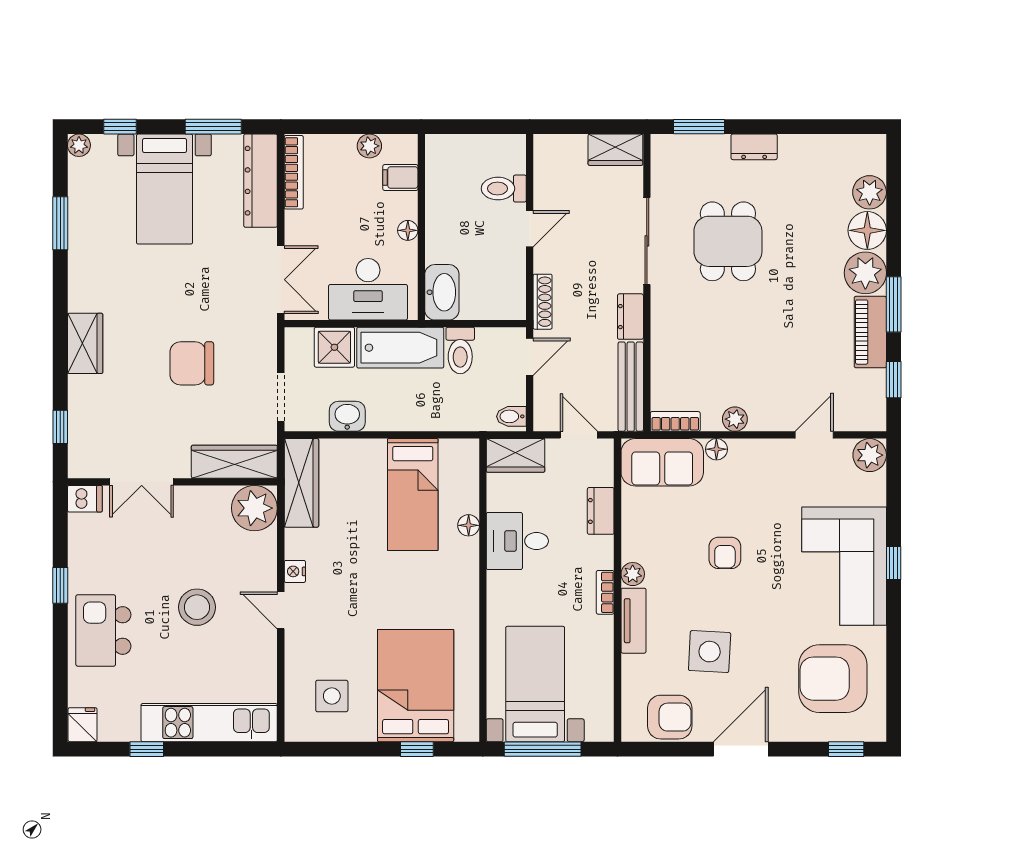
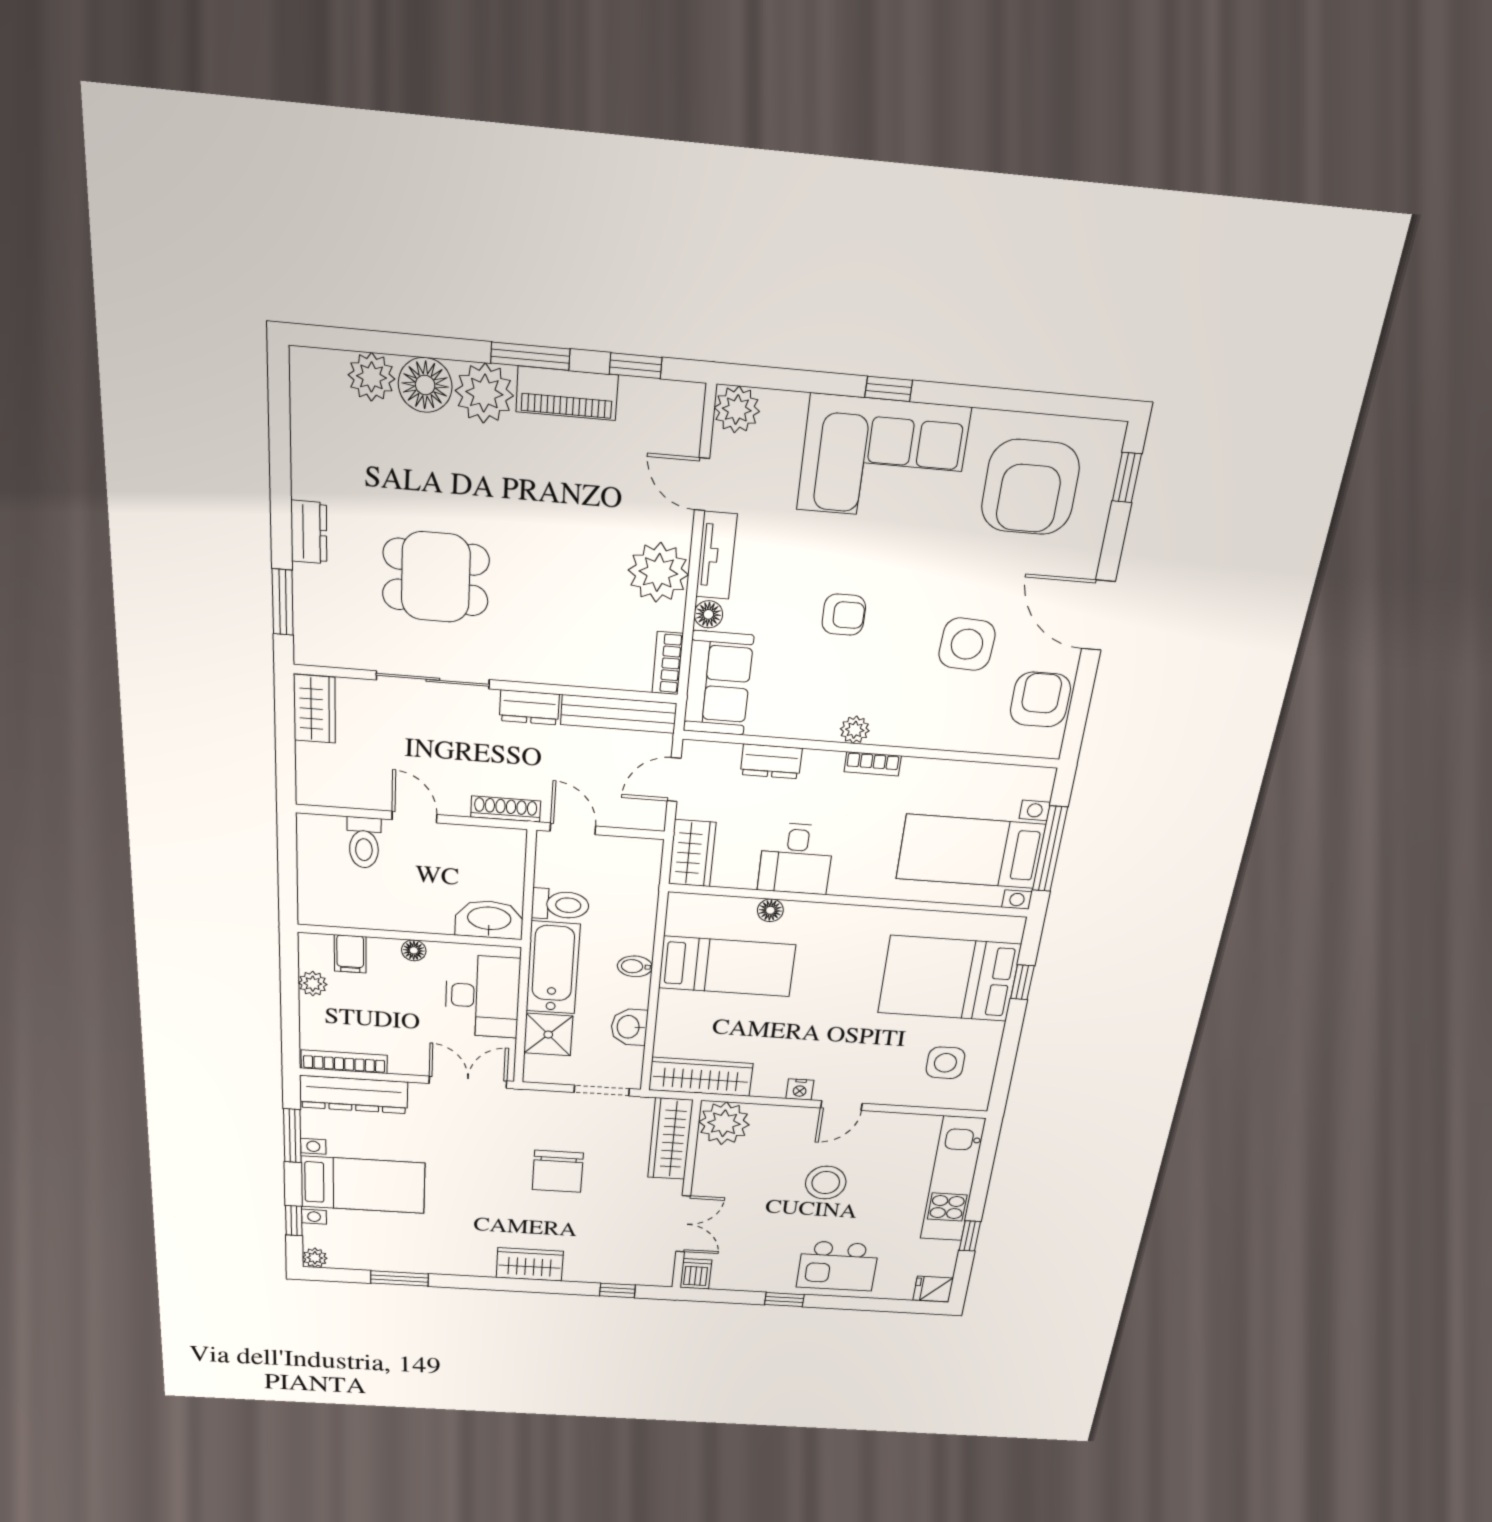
bidet: (511, 416) -> (635, 966), moved, turned 90
plant: (735, 419) -> (658, 572), width x1.88, depth x1.88
tv unit: (633, 621) -> (716, 555), moved, turned 90

